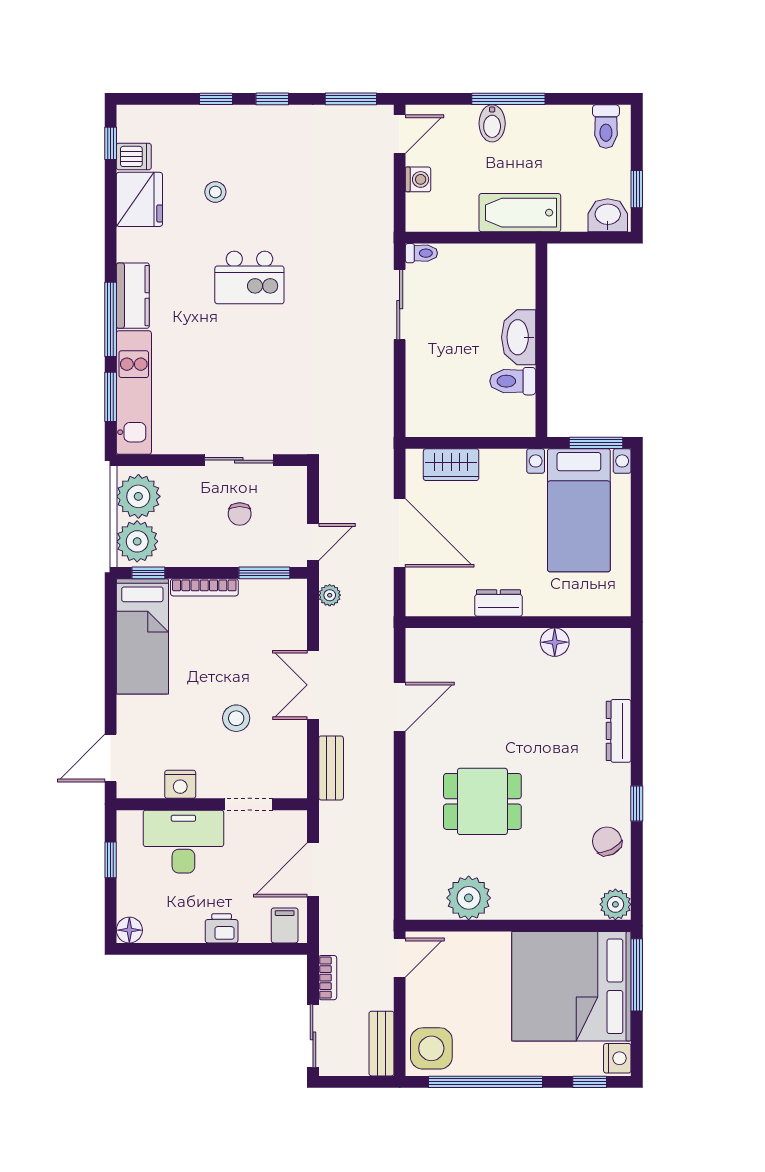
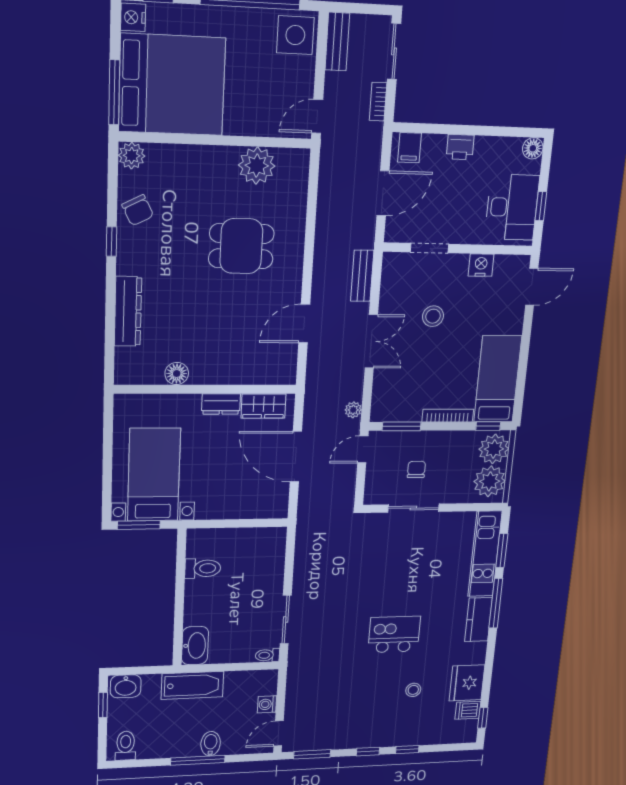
washbasin: (519, 337) -> (195, 646), moved
wardrobe: (451, 465) -> (264, 406), moved, turned 180
dresser: (619, 731) -> (128, 311), width x1.37, depth x1.24
desk: (183, 842) -> (512, 207), moved, turned -90

